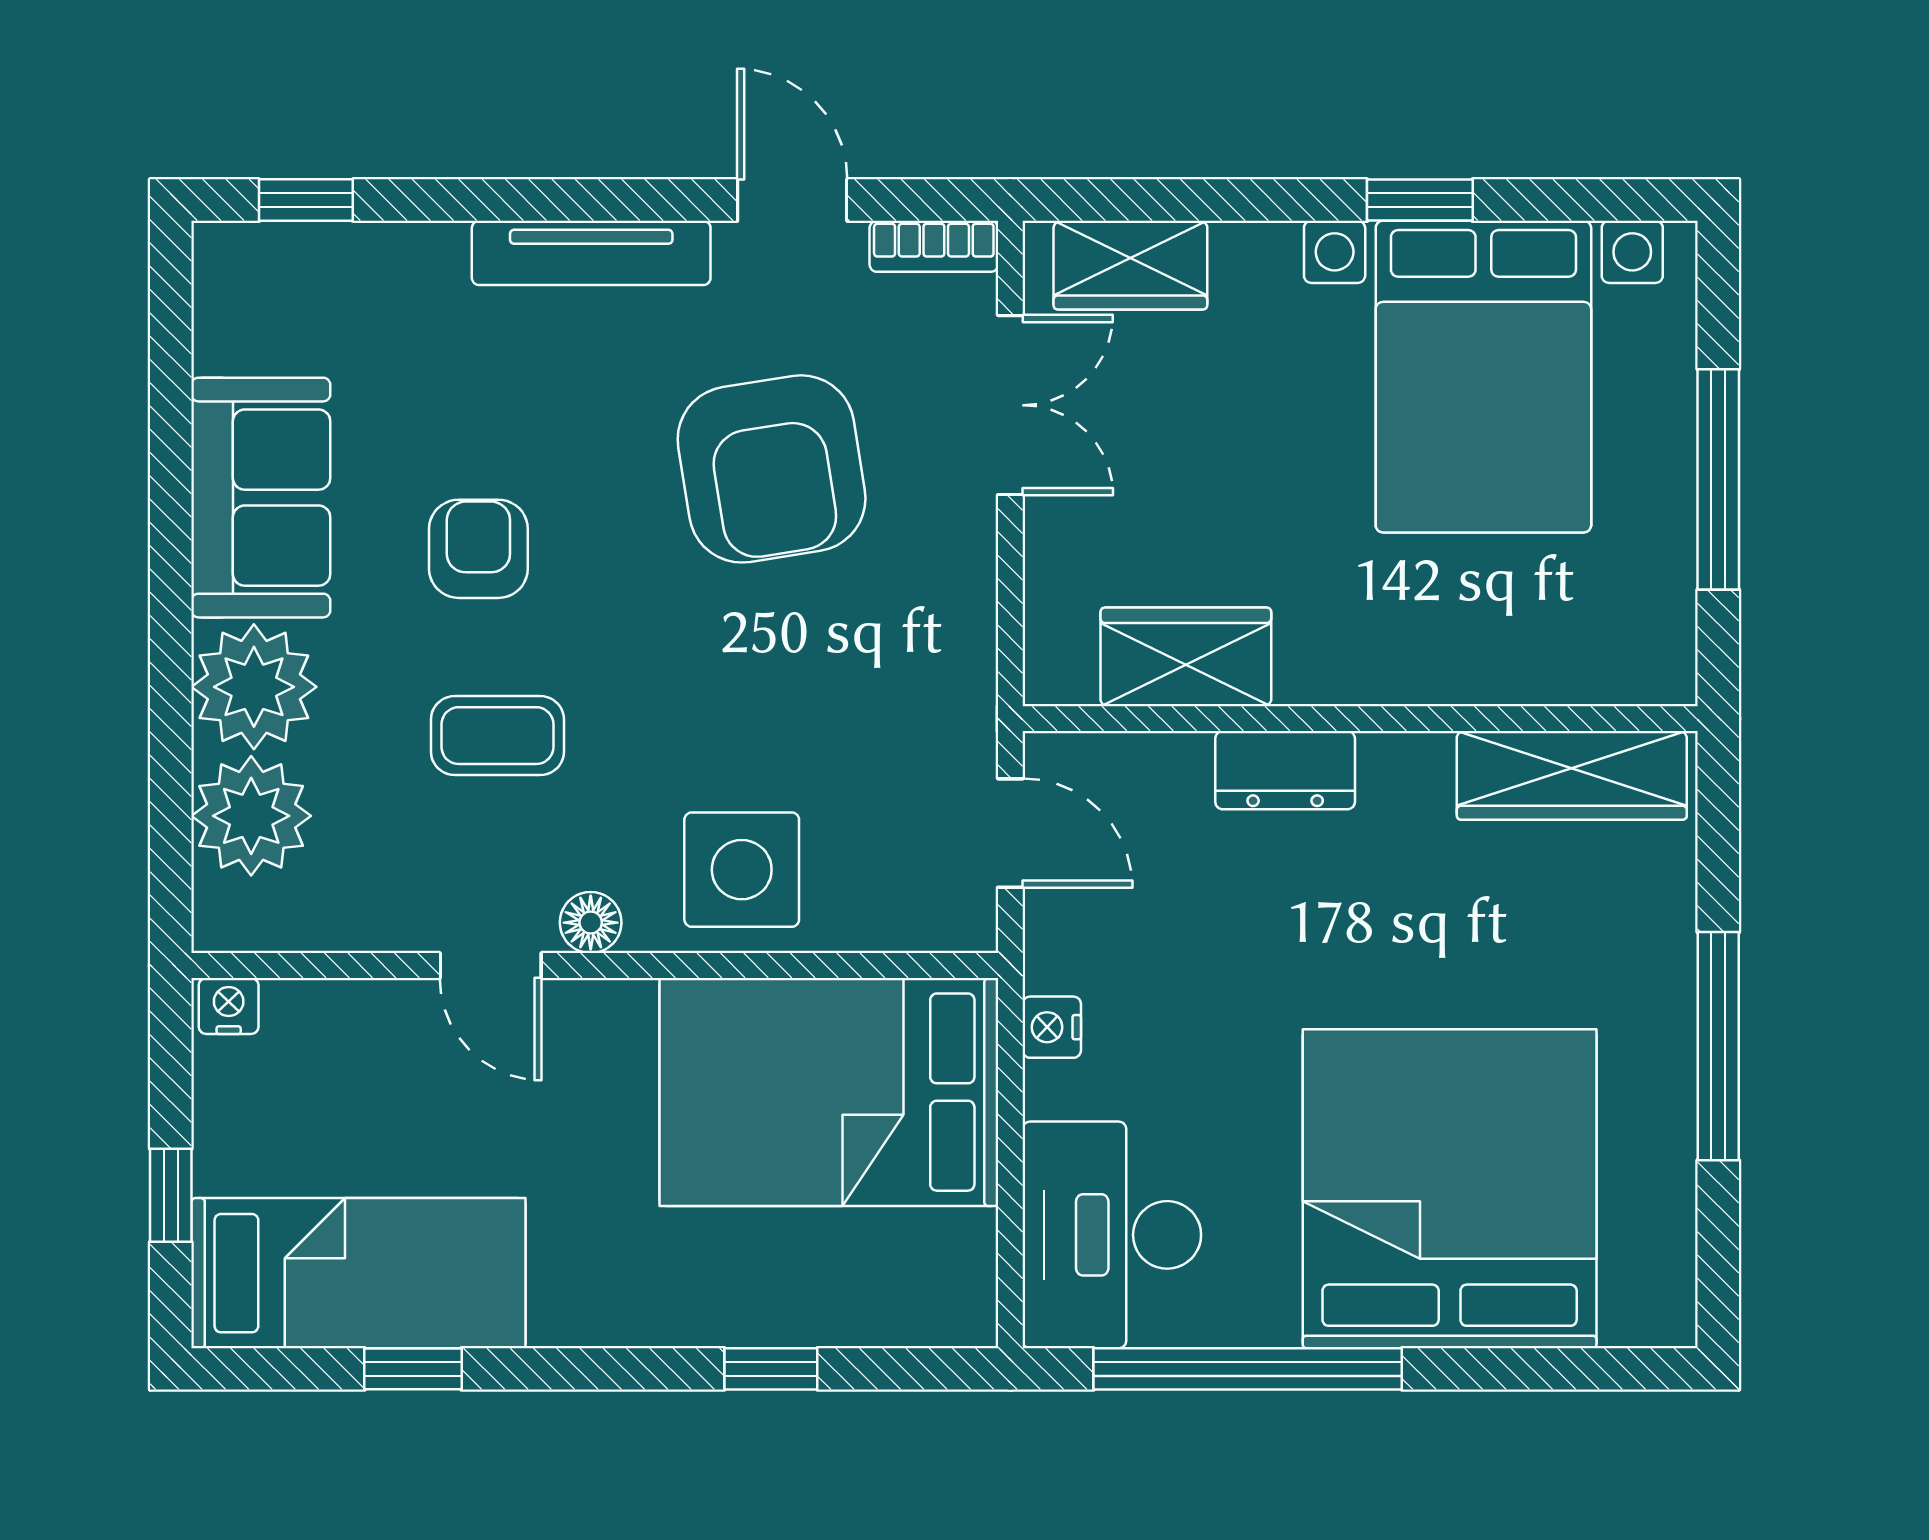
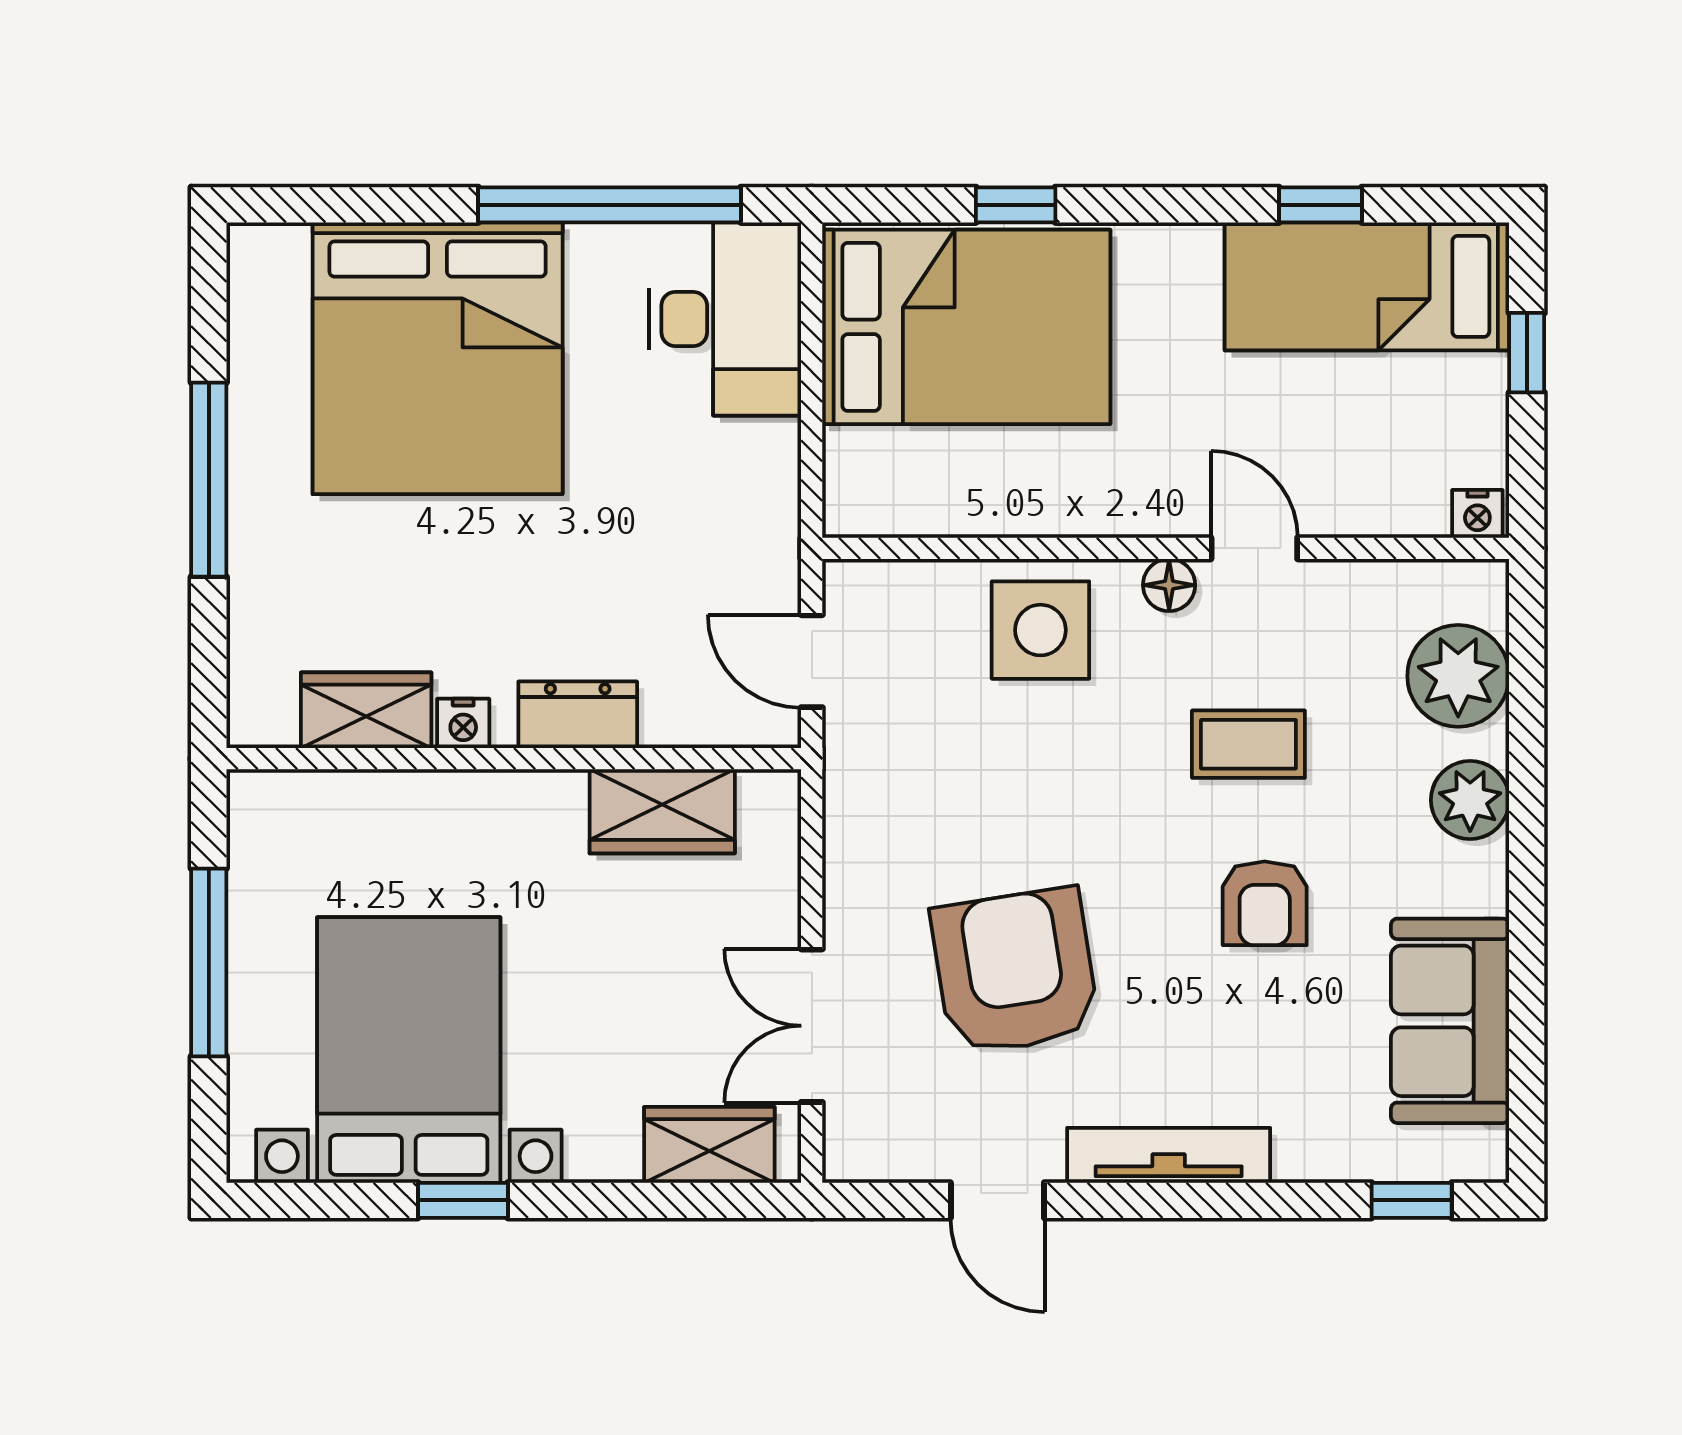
bookcase: (934, 246) -> (877, 1161), removed
sofa: (261, 498) -> (1450, 1021), moved
plant: (254, 687) -> (1470, 800), width x0.73, depth x0.73
wardrobe: (1572, 775) -> (366, 710), width x0.67
nightstand: (1052, 1027) -> (463, 723), moved, turned 90
bed: (829, 1092) -> (966, 327), moved

